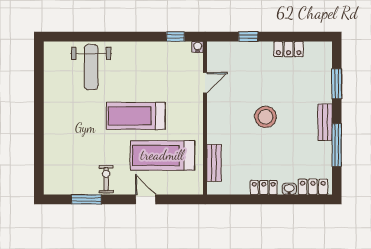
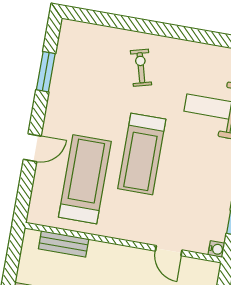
treadmill: (136, 116) -> (142, 154), turned 180
exercise bike: (106, 179) -> (141, 68), moved, turned -105

